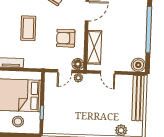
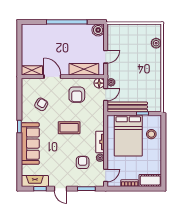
door: (65, 71) -> (106, 95), hinge flipped
bench: (138, 98) -> (127, 107), moved

